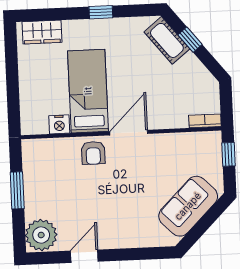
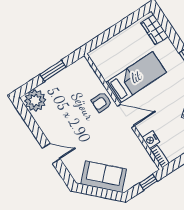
nightstand: (59, 124) -> (151, 140), moved
door: (84, 256) -> (51, 153), moved

